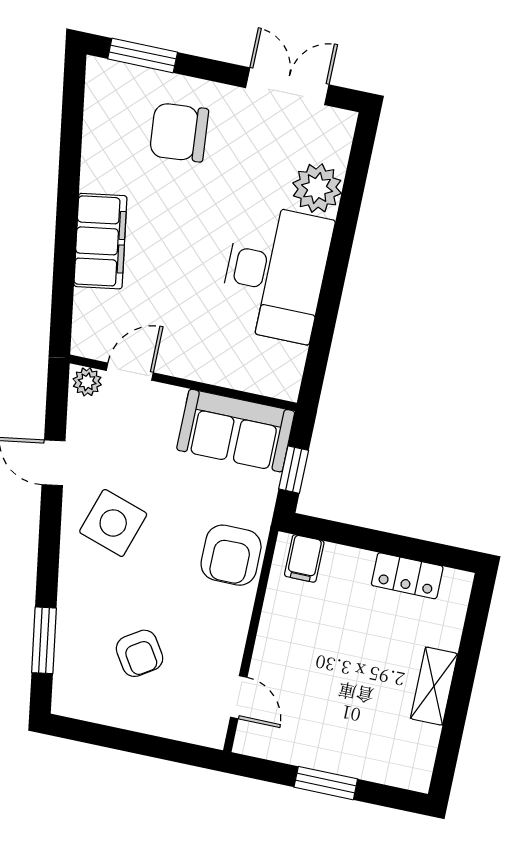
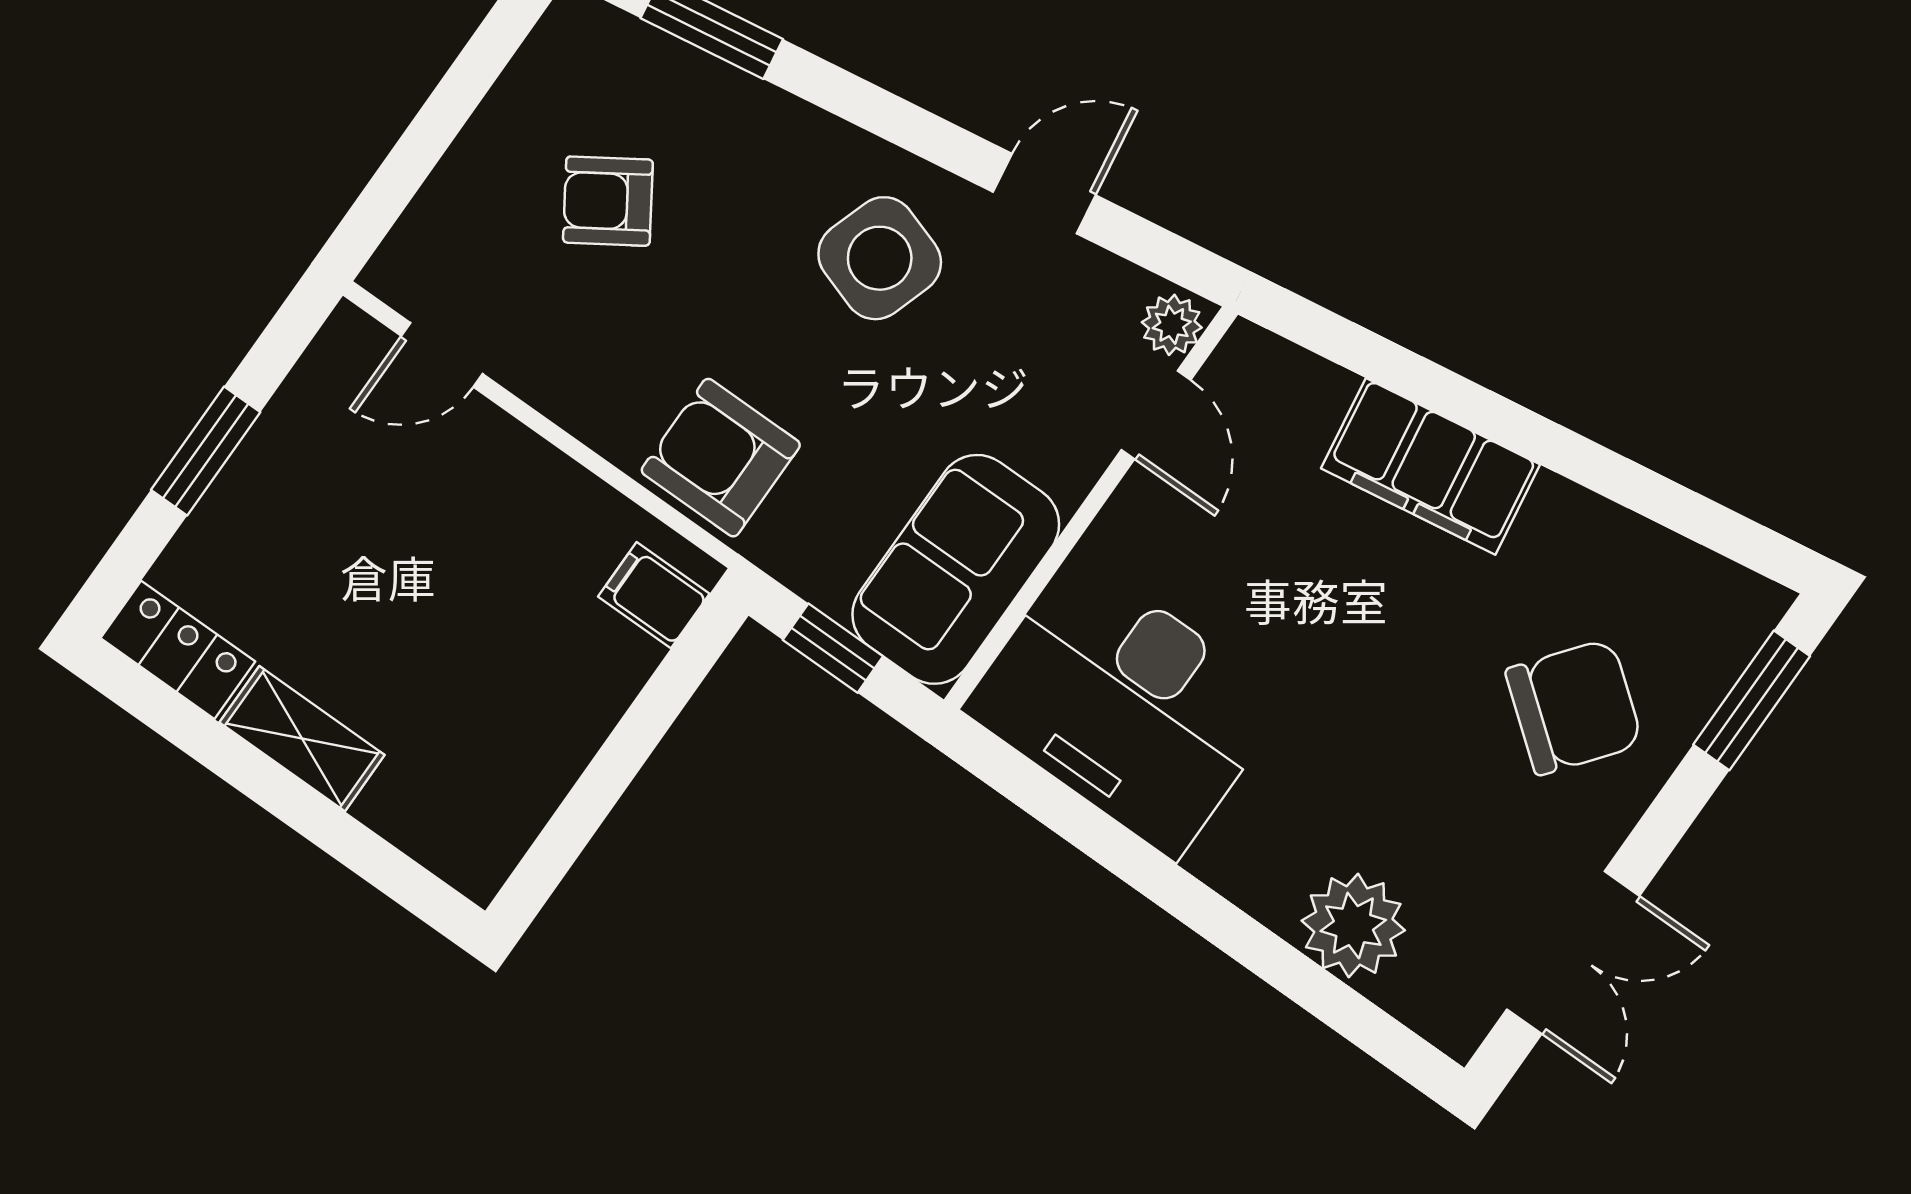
chair: (179, 132) -> (1574, 707), turned 43
desk: (276, 273) -> (1125, 705), moved
locker: (407, 576) -> (178, 650), moved, turned 90

